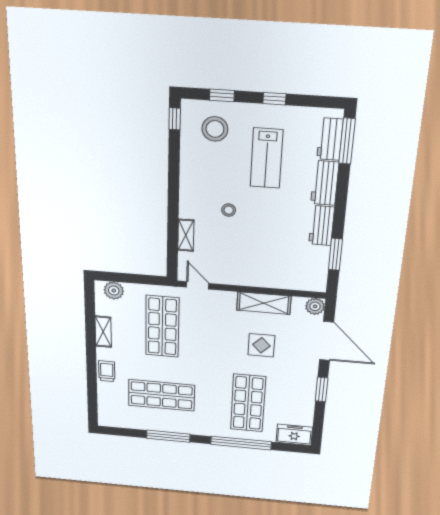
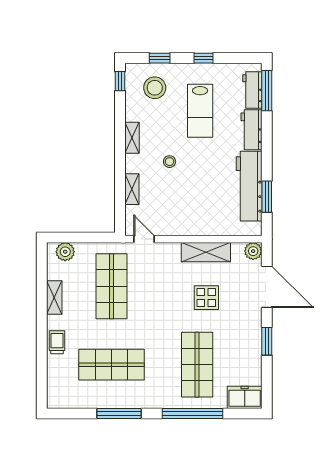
shelving: (187, 182) -> (132, 138), added
workbench: (322, 226) -> (249, 186), width x1.88, depth x1.32

